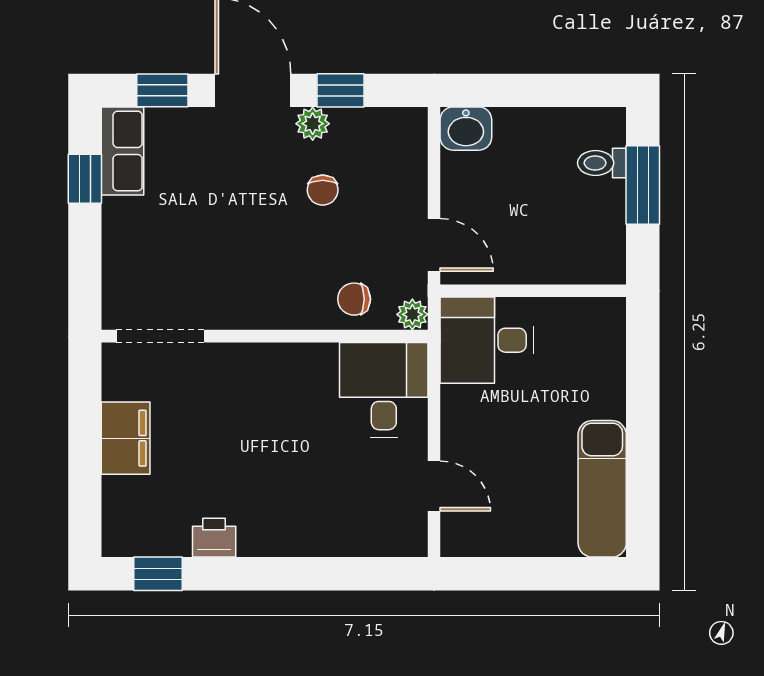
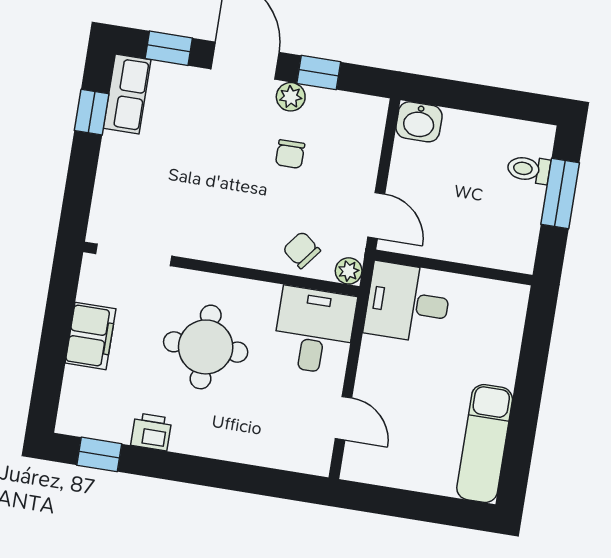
chair: (354, 299) -> (302, 250), turned 38
round table: (261, 429) -> (206, 347), added

